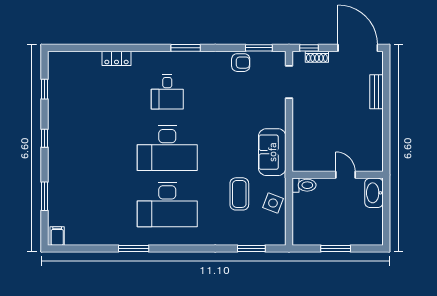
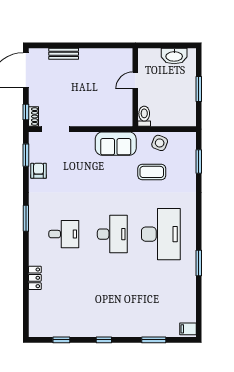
shoe rack: (317, 57) -> (33, 117), moved
desk: (167, 148) -> (112, 234), width x0.73, depth x0.77
washbasin: (374, 193) -> (174, 56), moved

